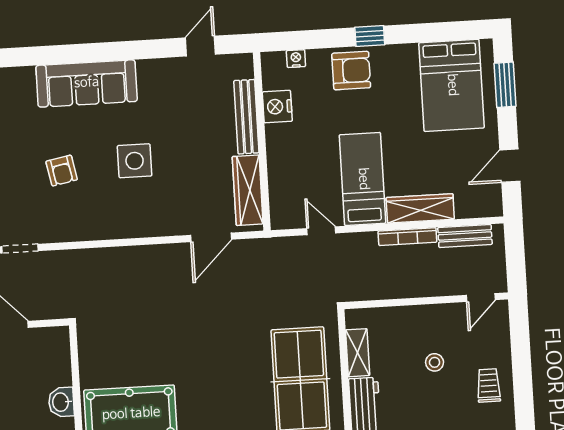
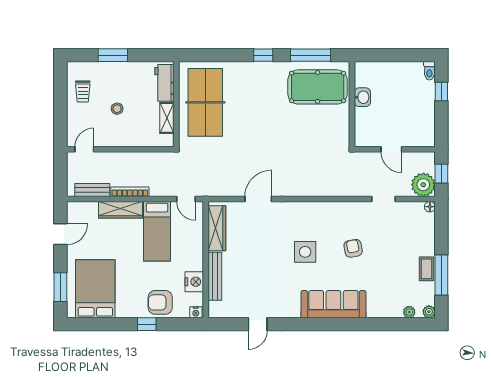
nightstand: (277, 107) -> (194, 282), moved
bench: (246, 117) -> (215, 276), moved
wall: (262, 141) -> (206, 260), moved
wardrobe: (248, 190) -> (217, 228), moved

